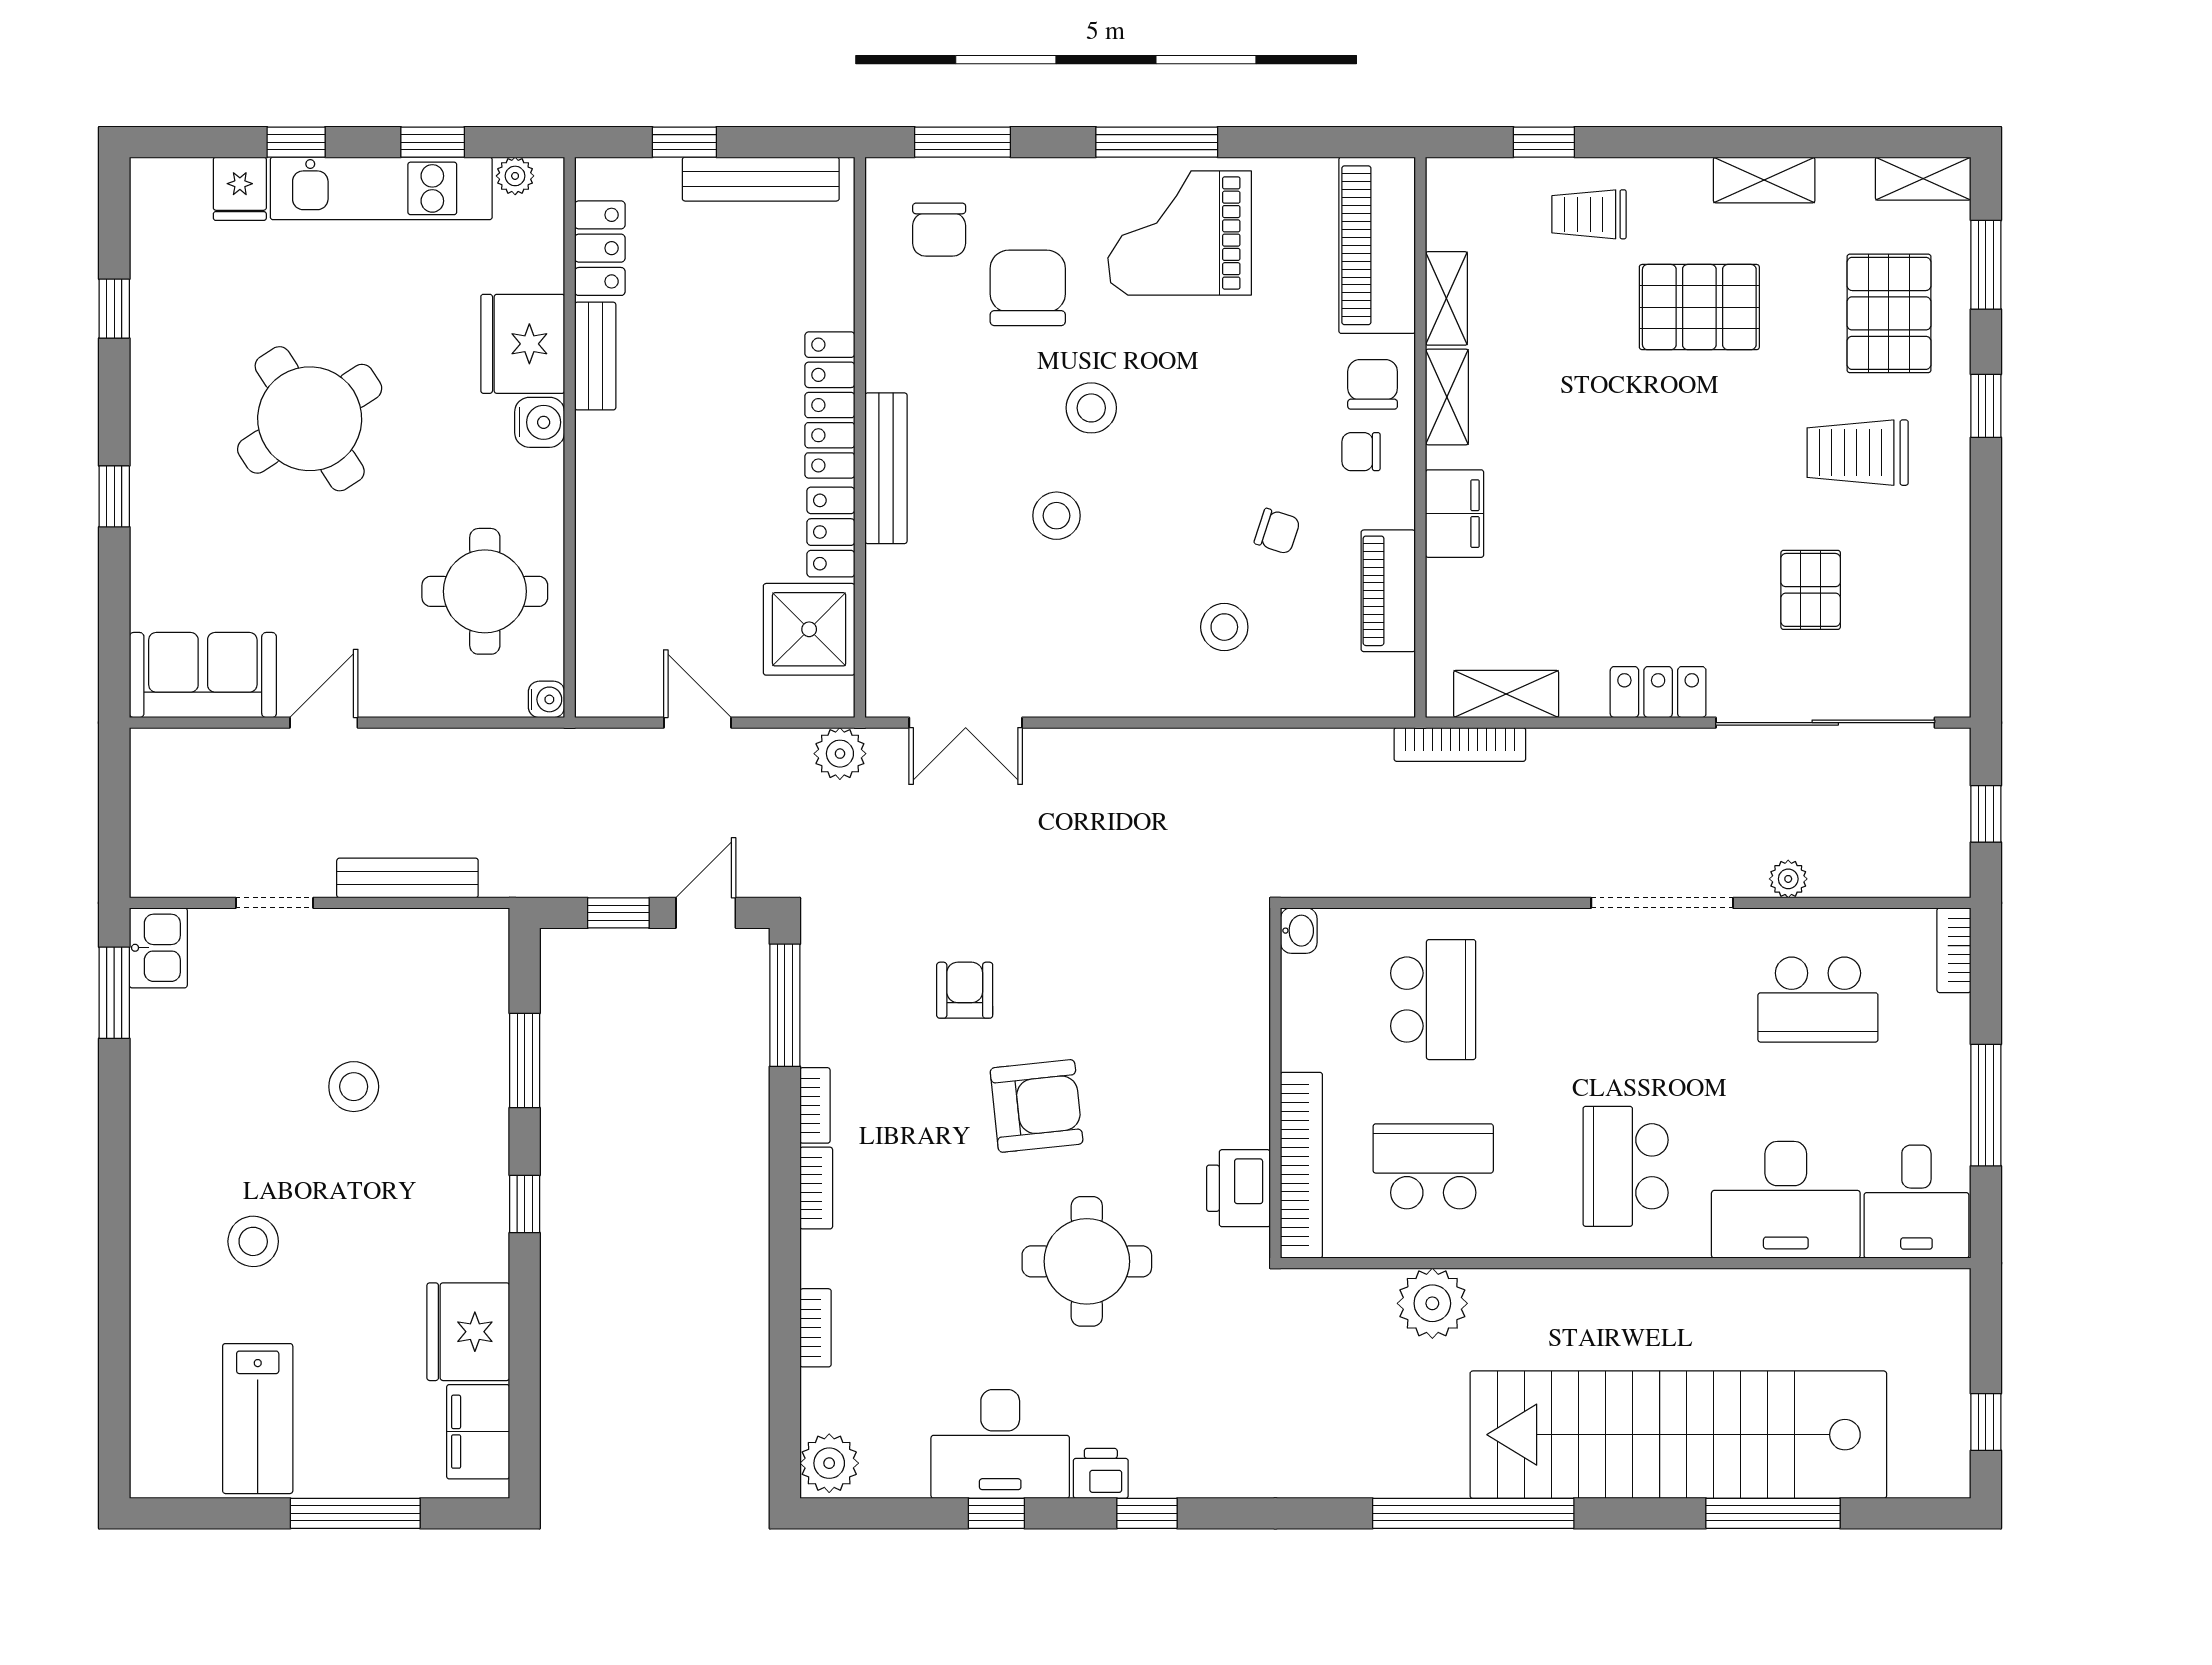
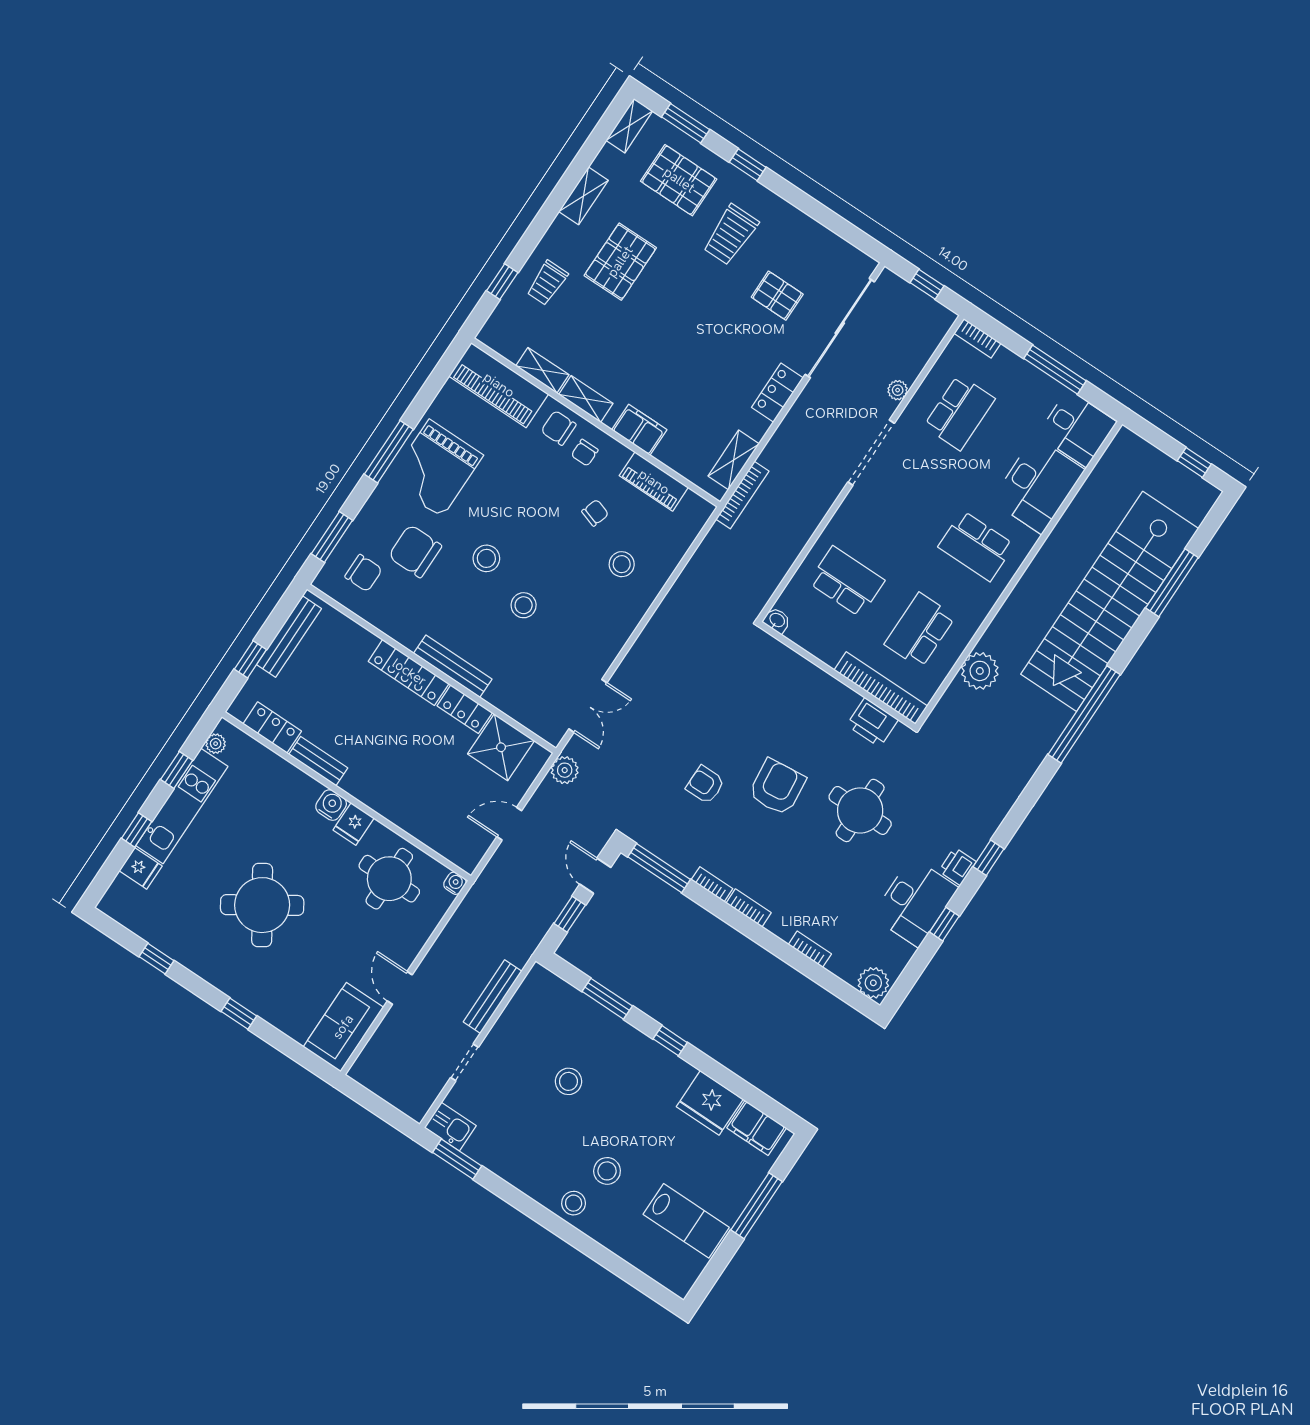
fridge: (523, 344) -> (354, 824), moved, width x0.53, depth x0.75
stool: (167, 1222) -> (574, 1203), added

